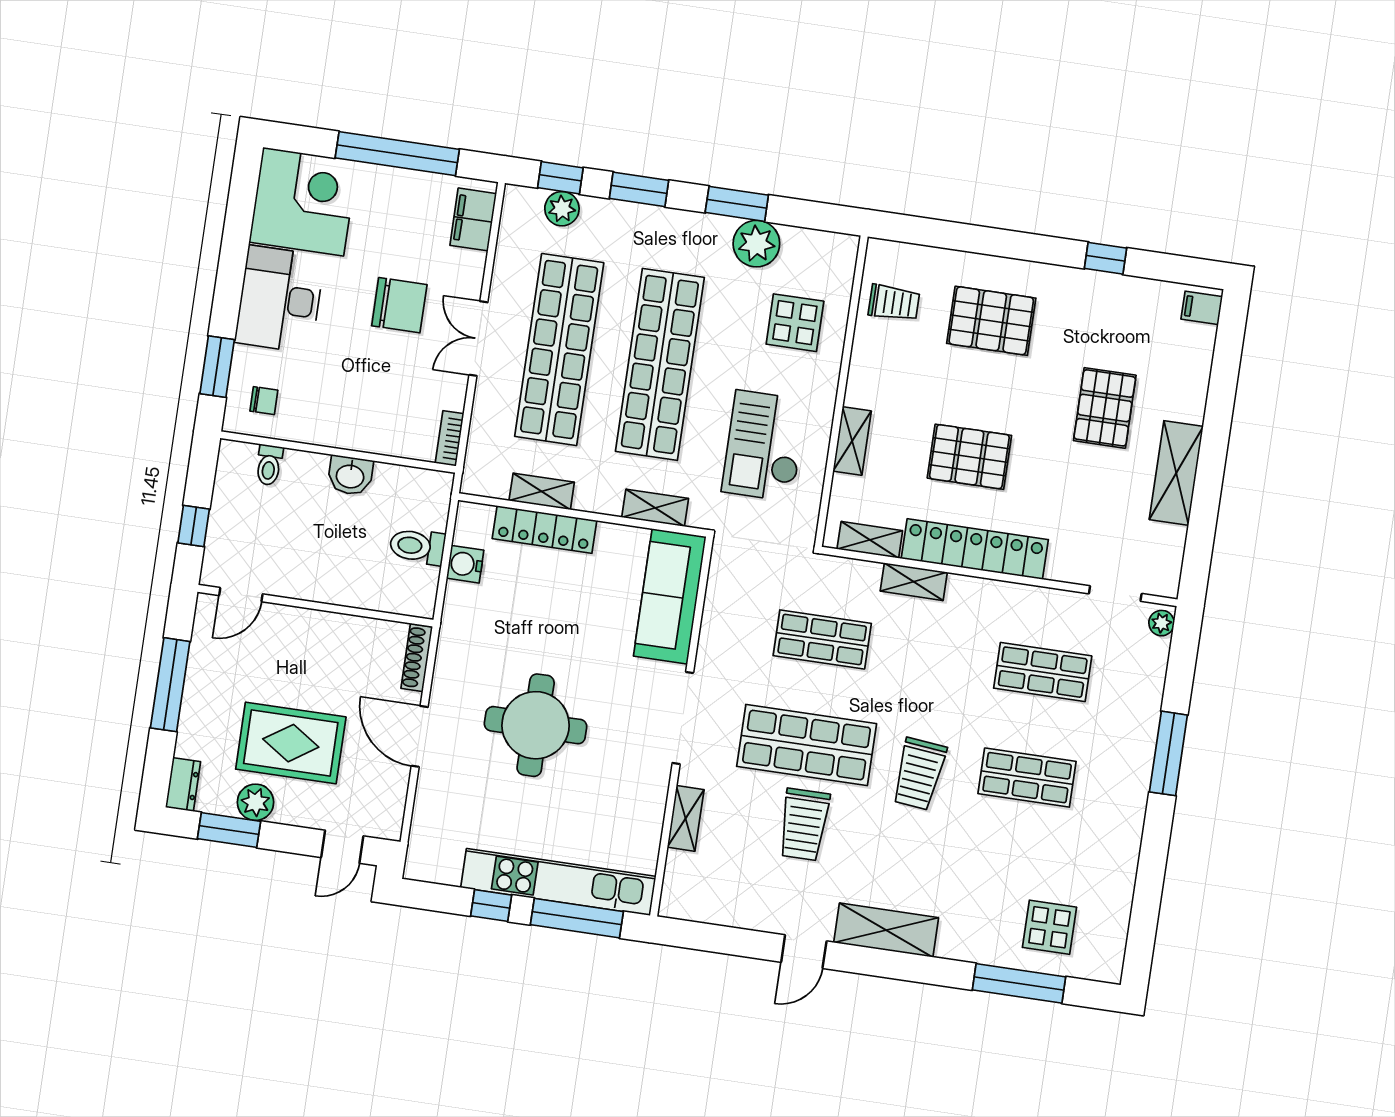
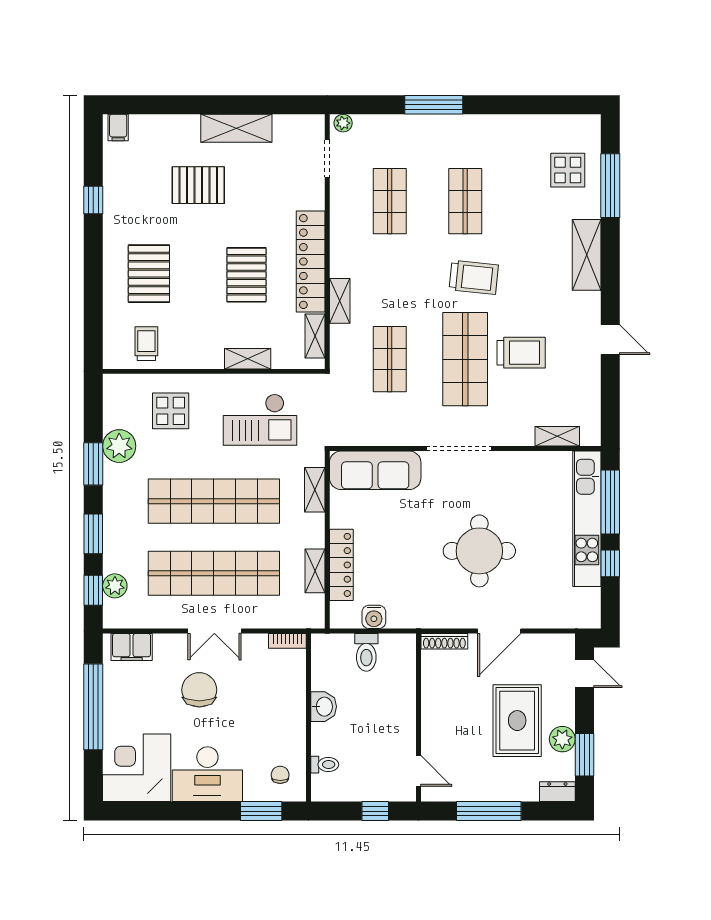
shelving: (686, 818) -> (557, 436), moved
shelving: (886, 930) -> (587, 255), moved

